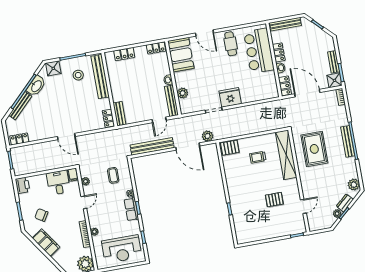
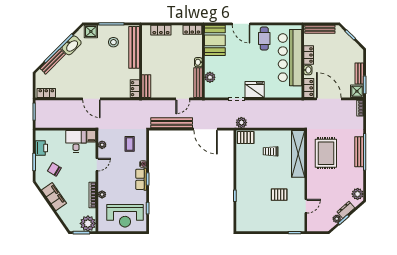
bar counter: (259, 51) -> (290, 58), width x1.36
plant: (208, 136) -> (241, 123), moved
printer: (23, 185) -> (41, 148), moved

